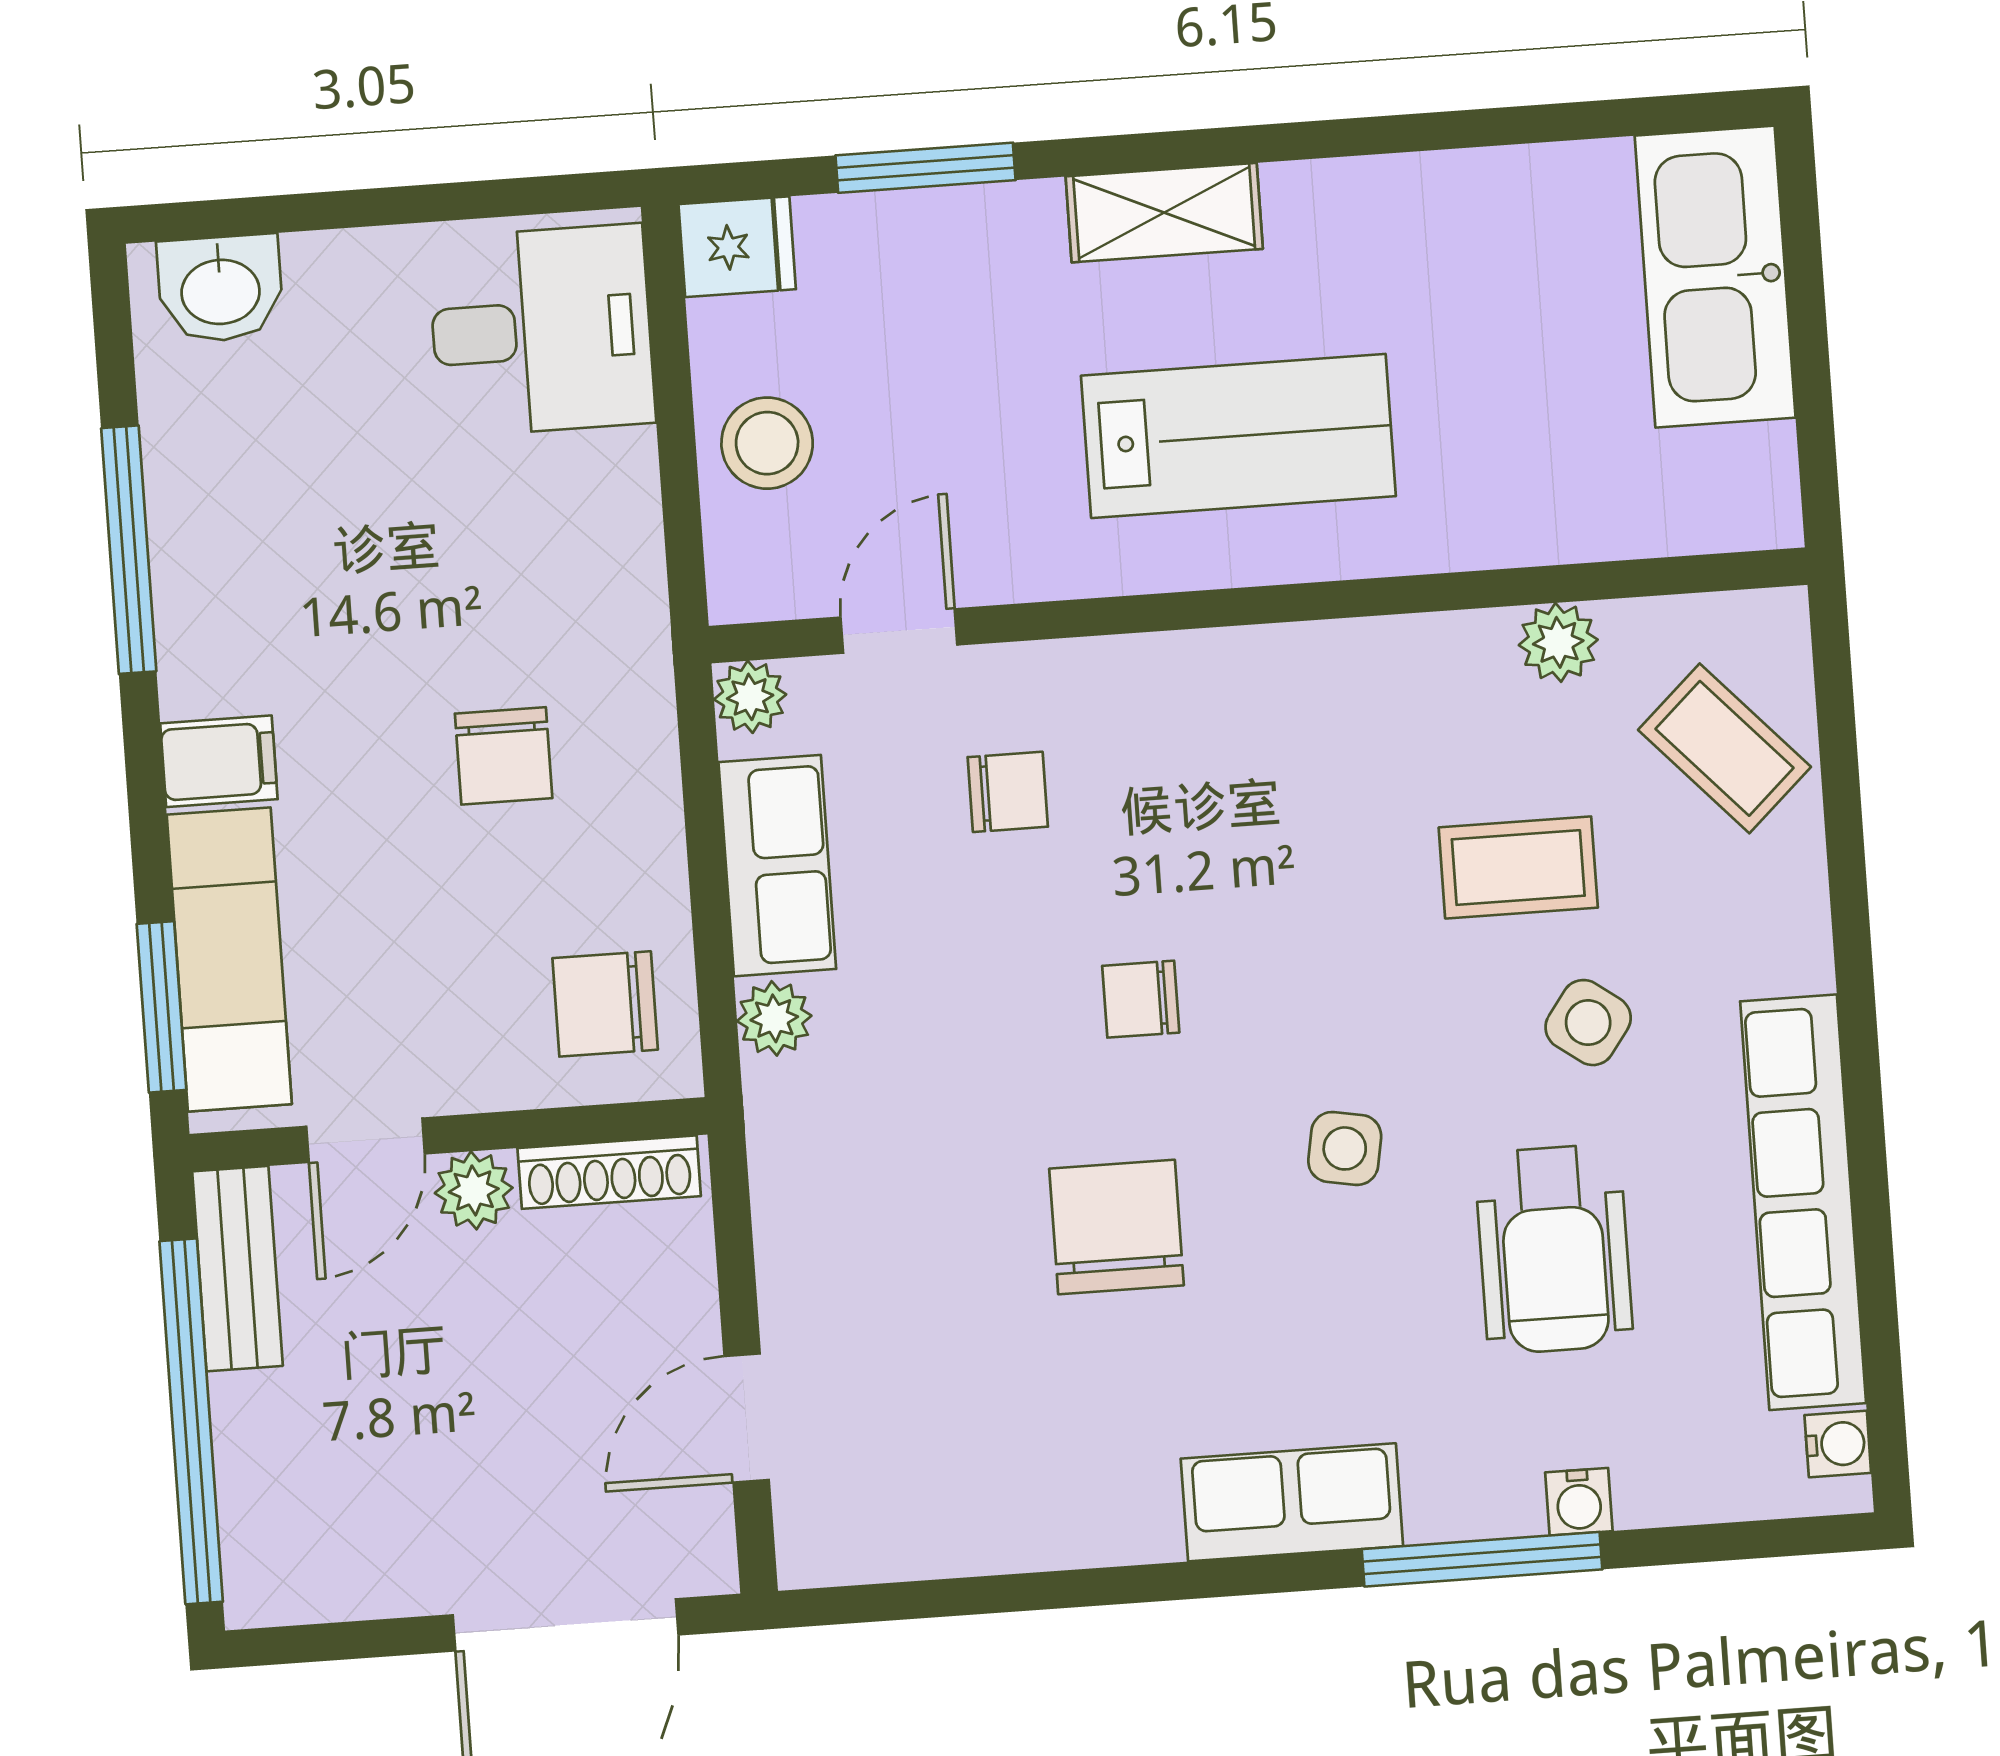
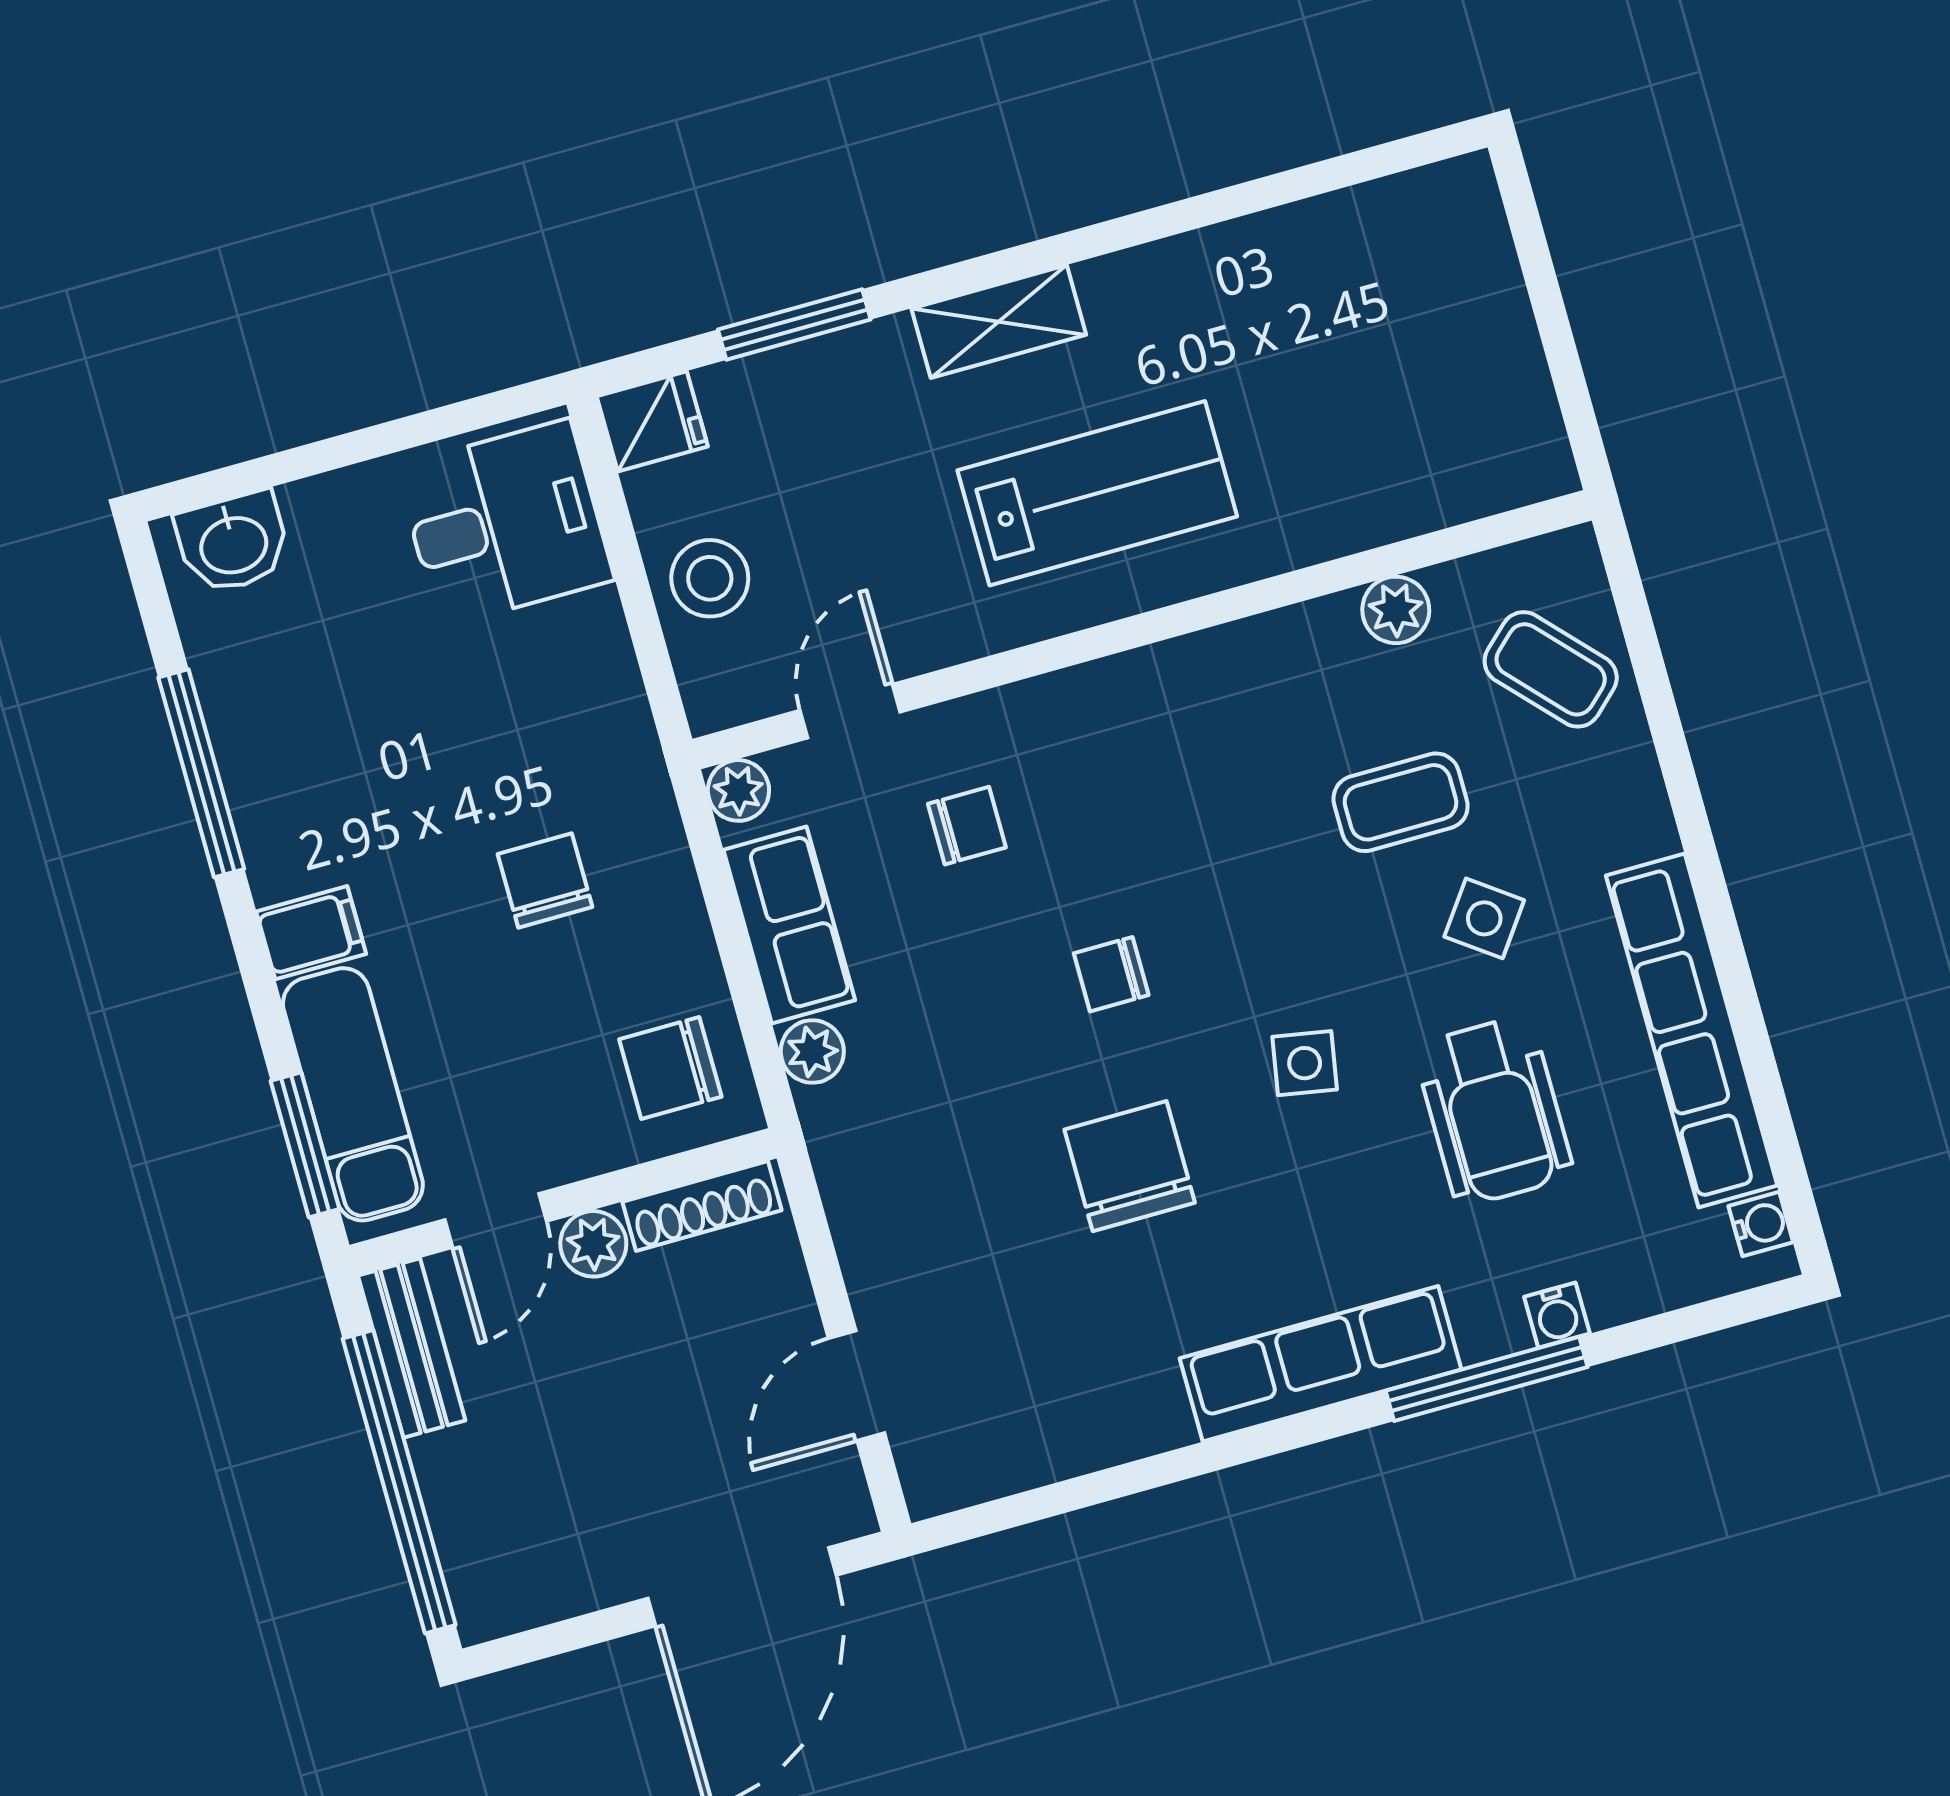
kitchen sink: (1715, 277) -> (1464, 282), removed
chair: (504, 756) -> (545, 880), turned 180
row of seats: (1292, 1502) -> (1320, 1364), width x1.48

